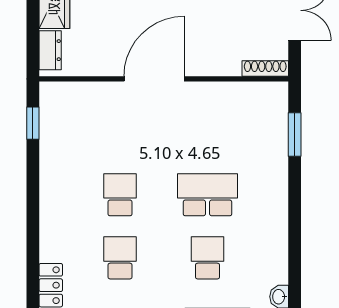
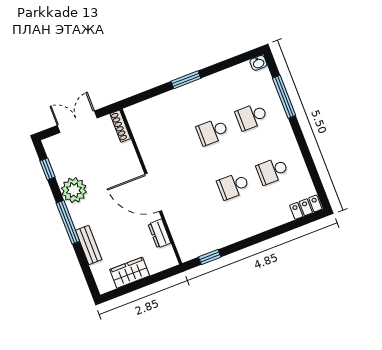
dresser: (50, 50) -> (159, 234), moved, turned -90
window: (295, 134) -> (186, 80), moved
school desk: (208, 195) -> (212, 132), width x0.54

